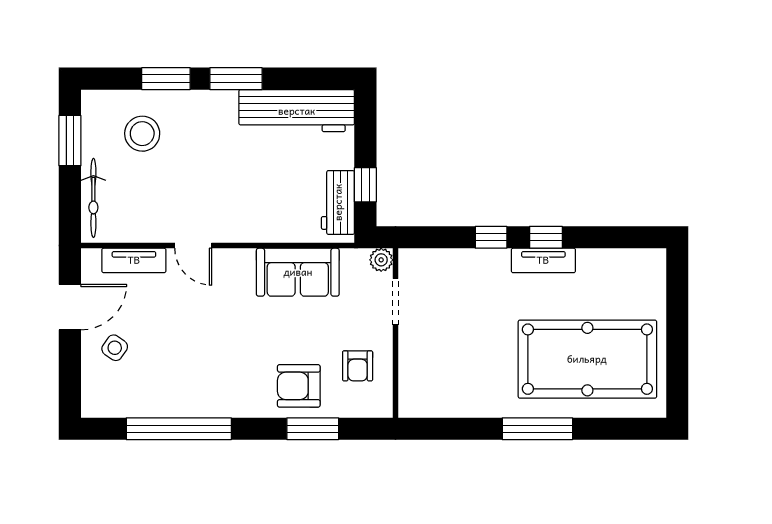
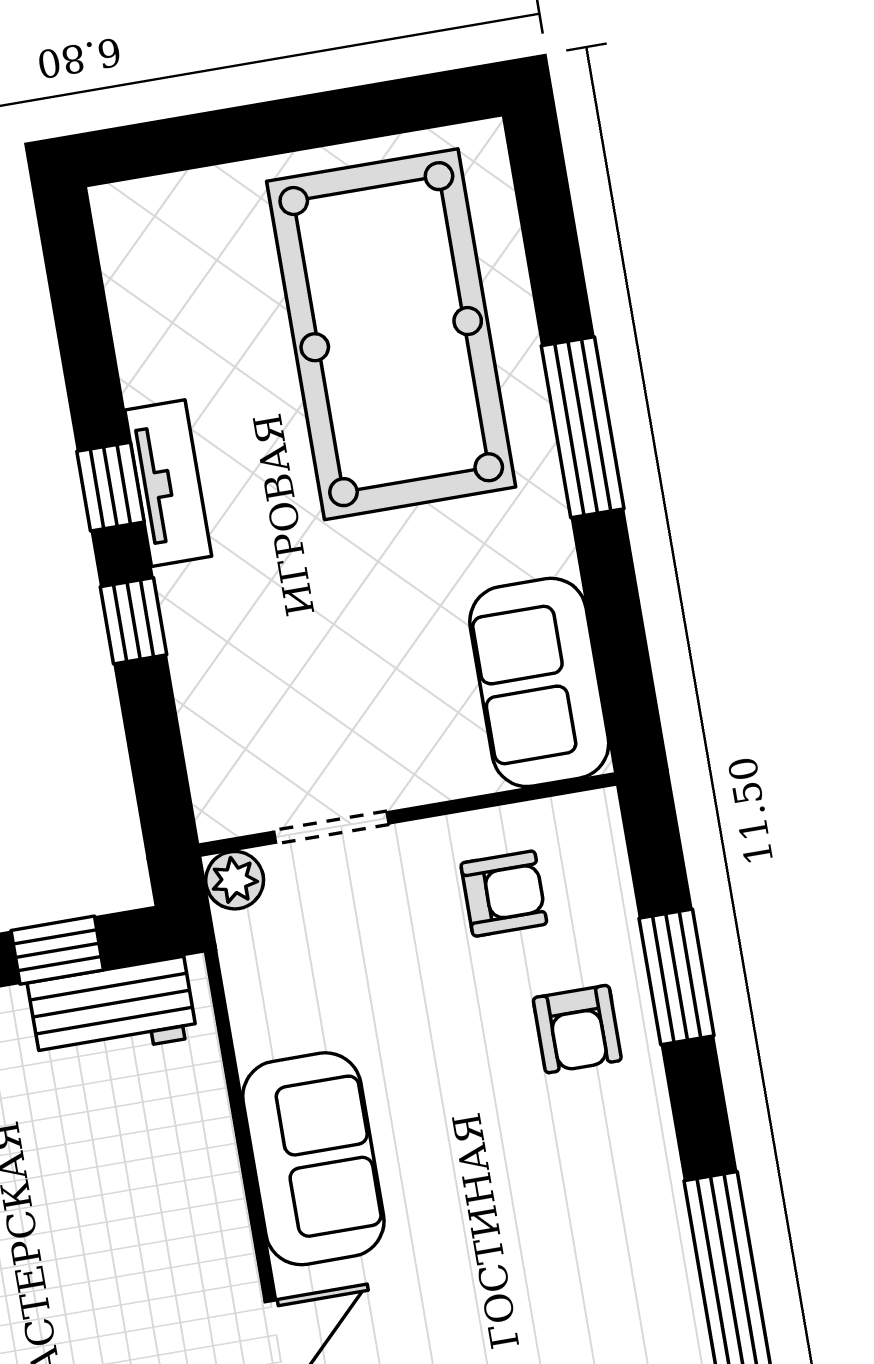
sofa: (298, 272) -> (313, 1159), moved
armchair: (299, 386) -> (577, 1029), width x0.72, depth x0.72
sofa: (439, 394) -> (539, 682), added

